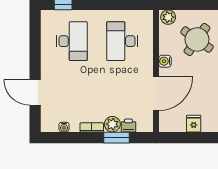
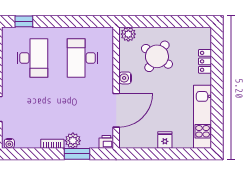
fridge: (194, 124) -> (165, 140), moved
printer: (128, 126) -> (106, 142), moved
water cooler: (64, 127) -> (9, 143), moved

